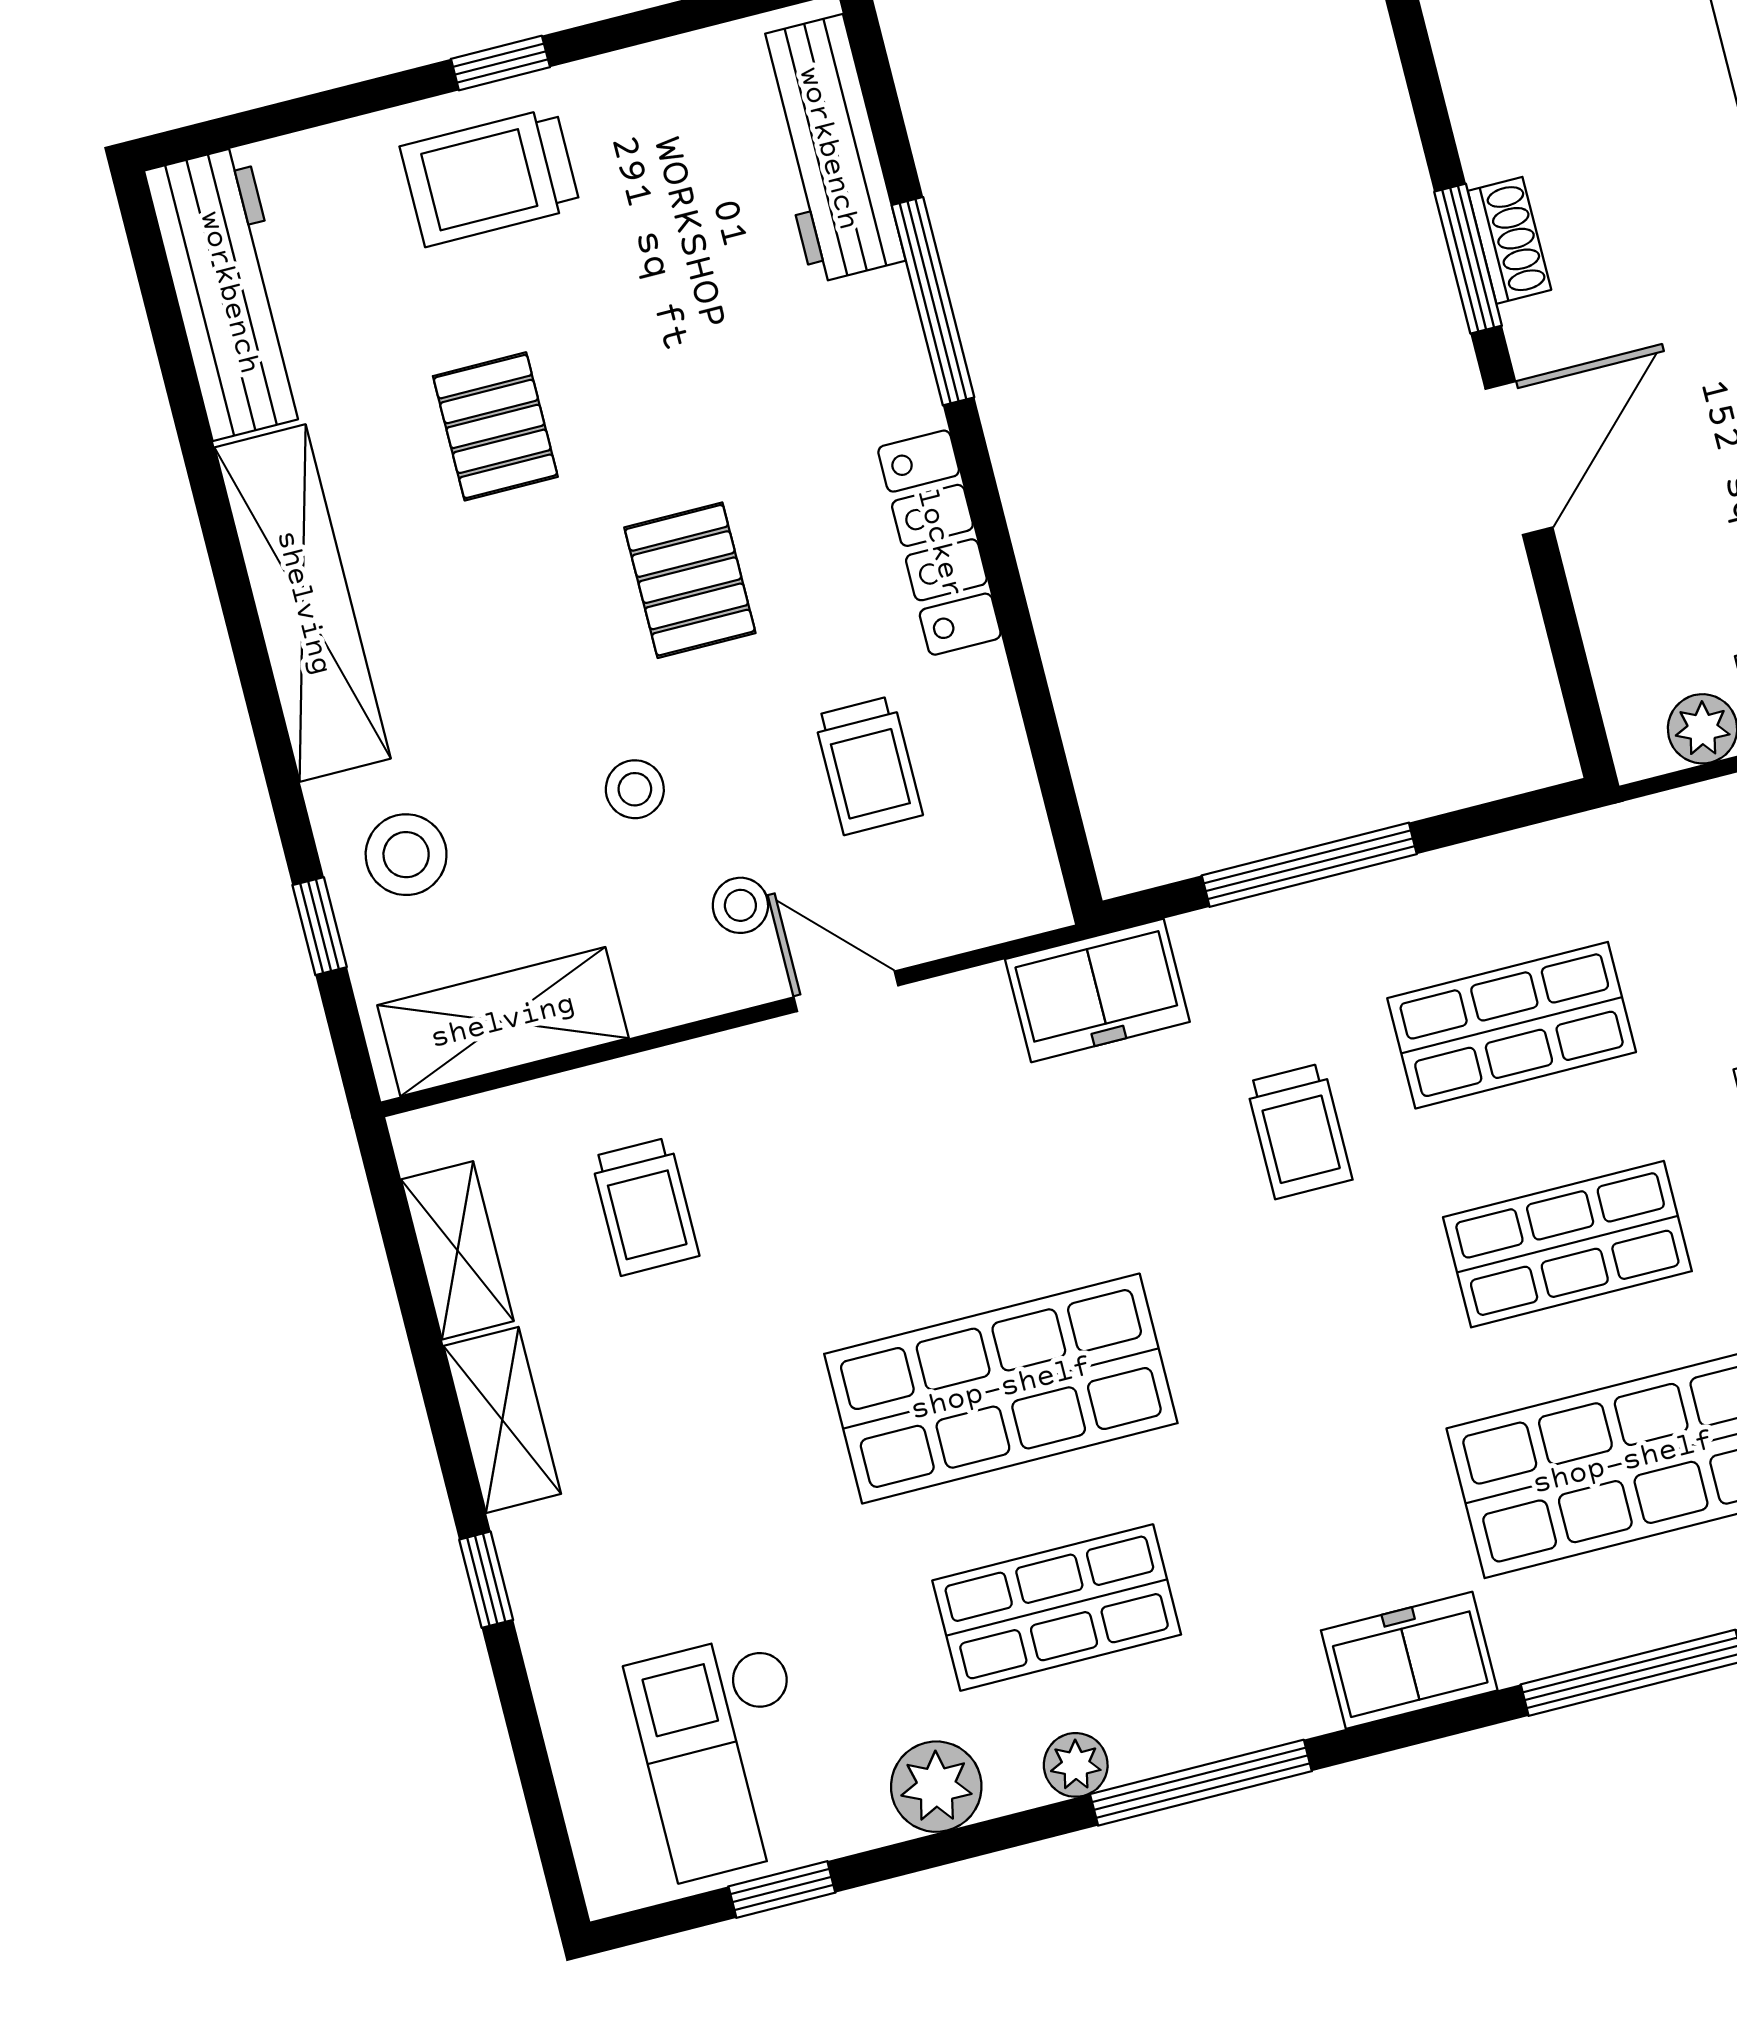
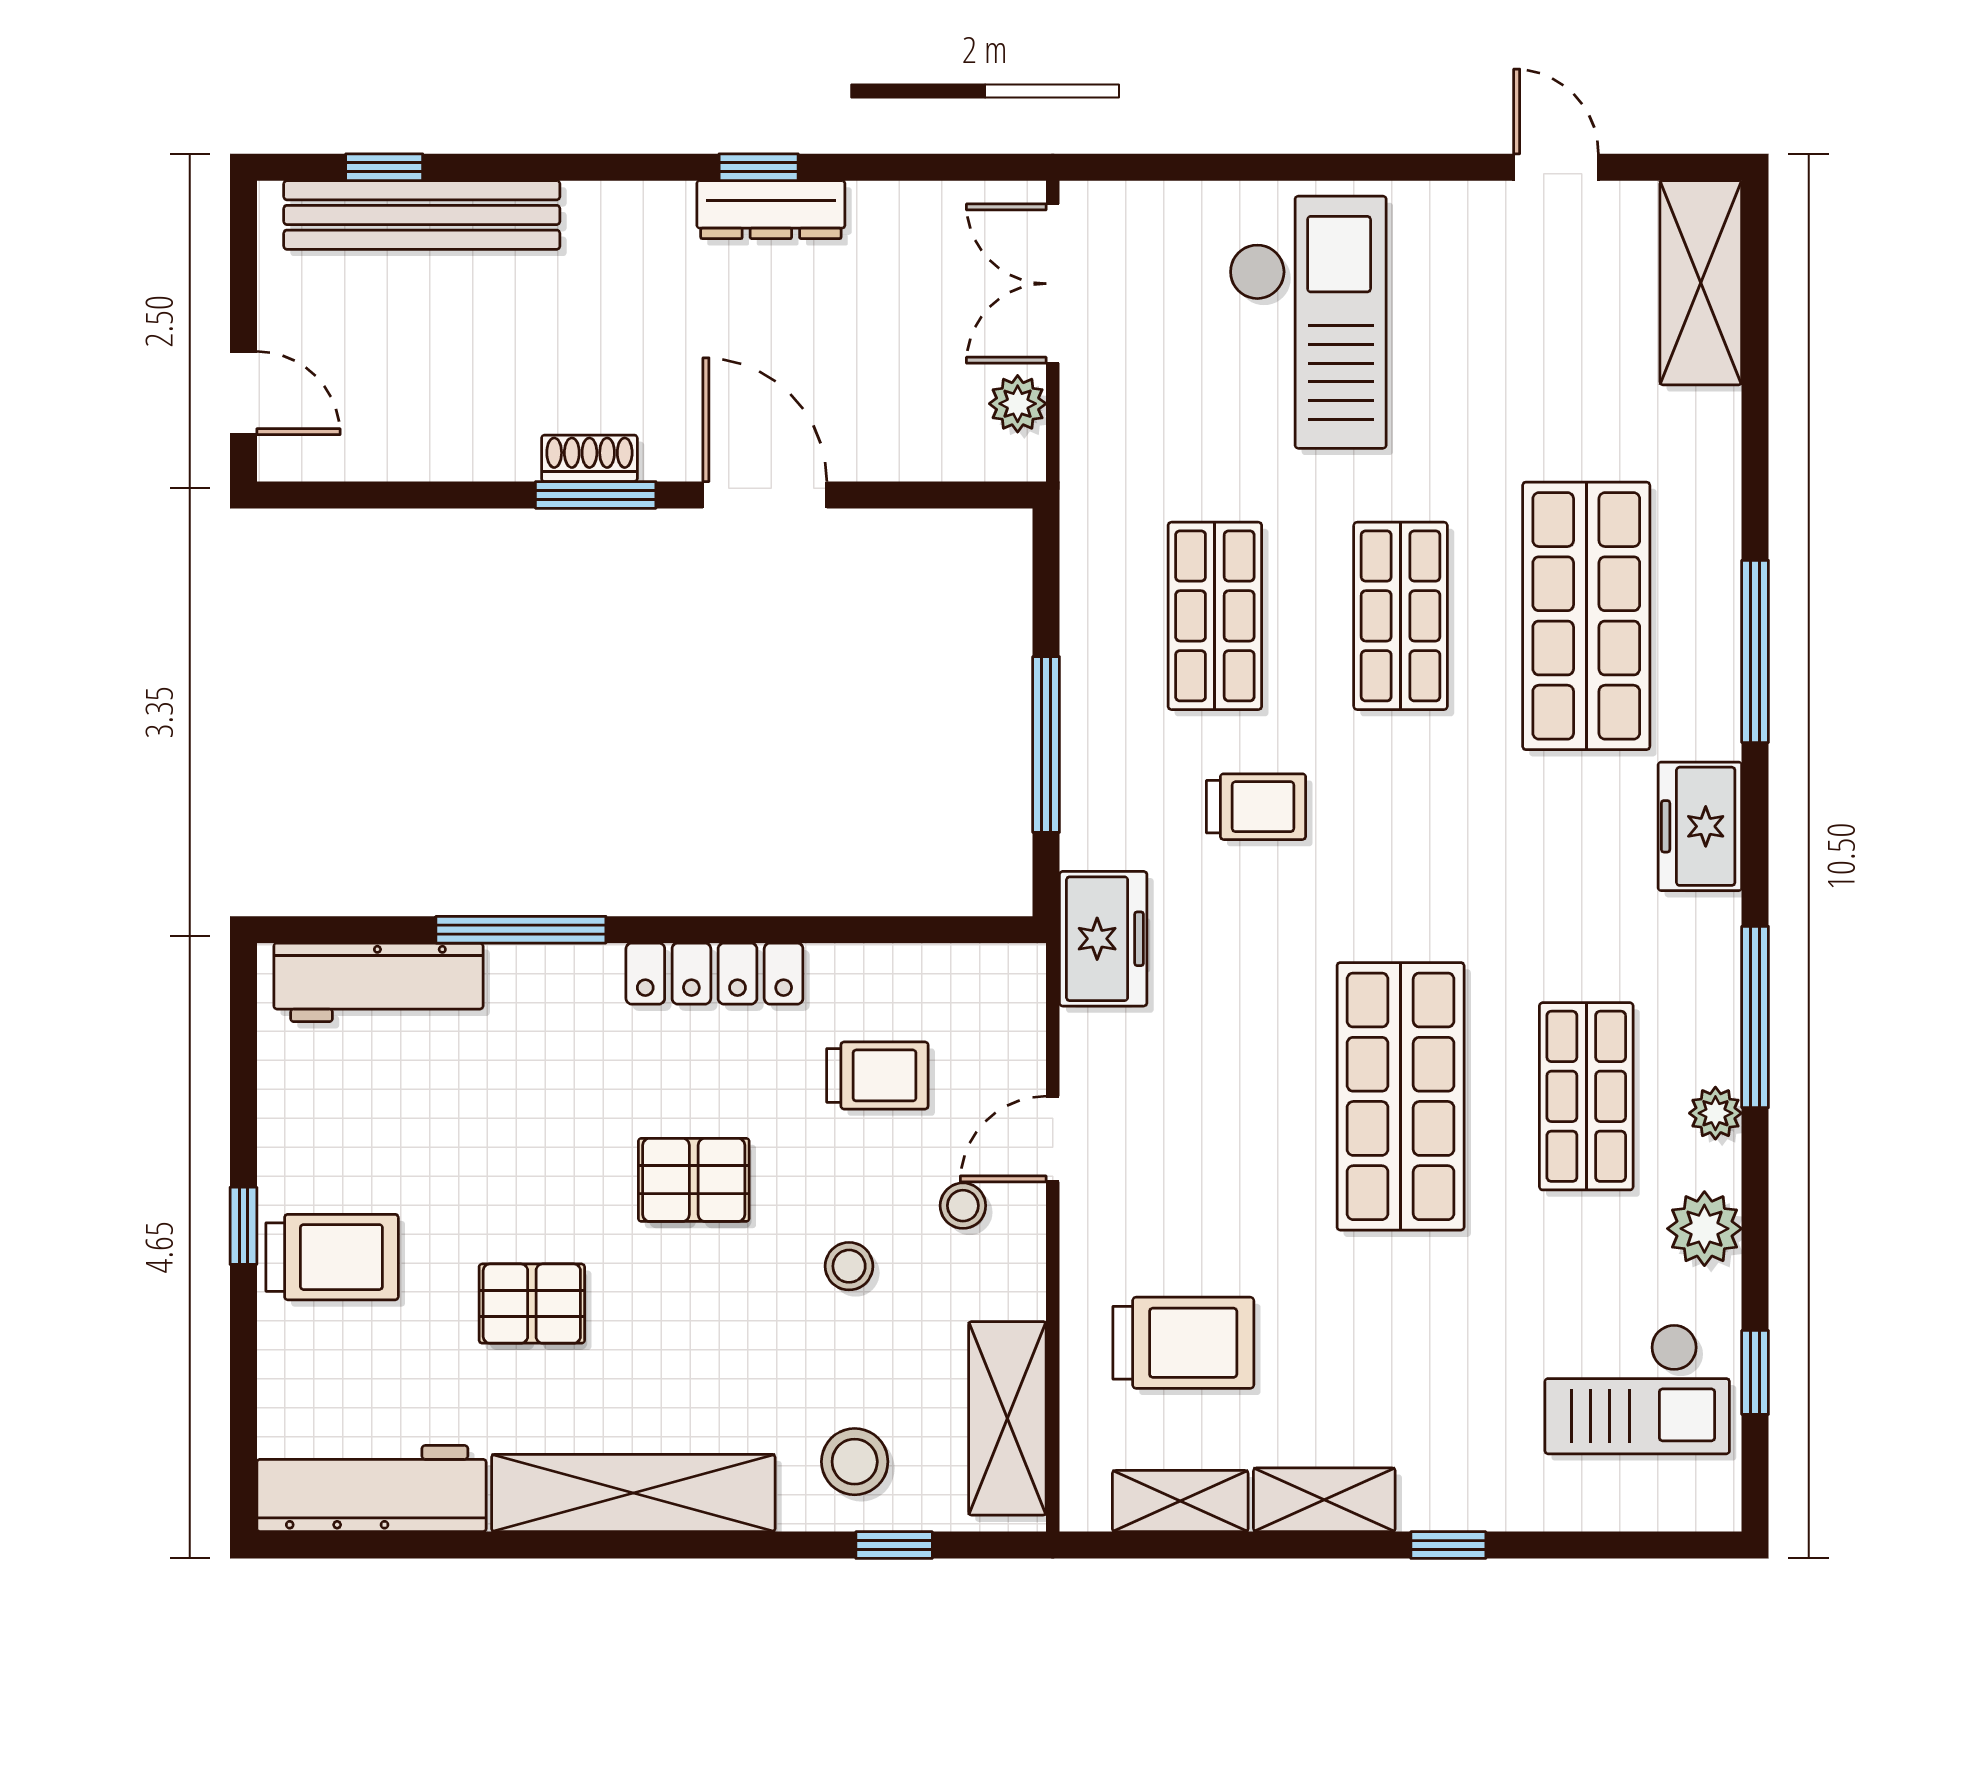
trolley: (490, 177) -> (332, 1257), turned -90
trolley: (645, 1206) -> (1183, 1343), width x1.36, depth x1.39

